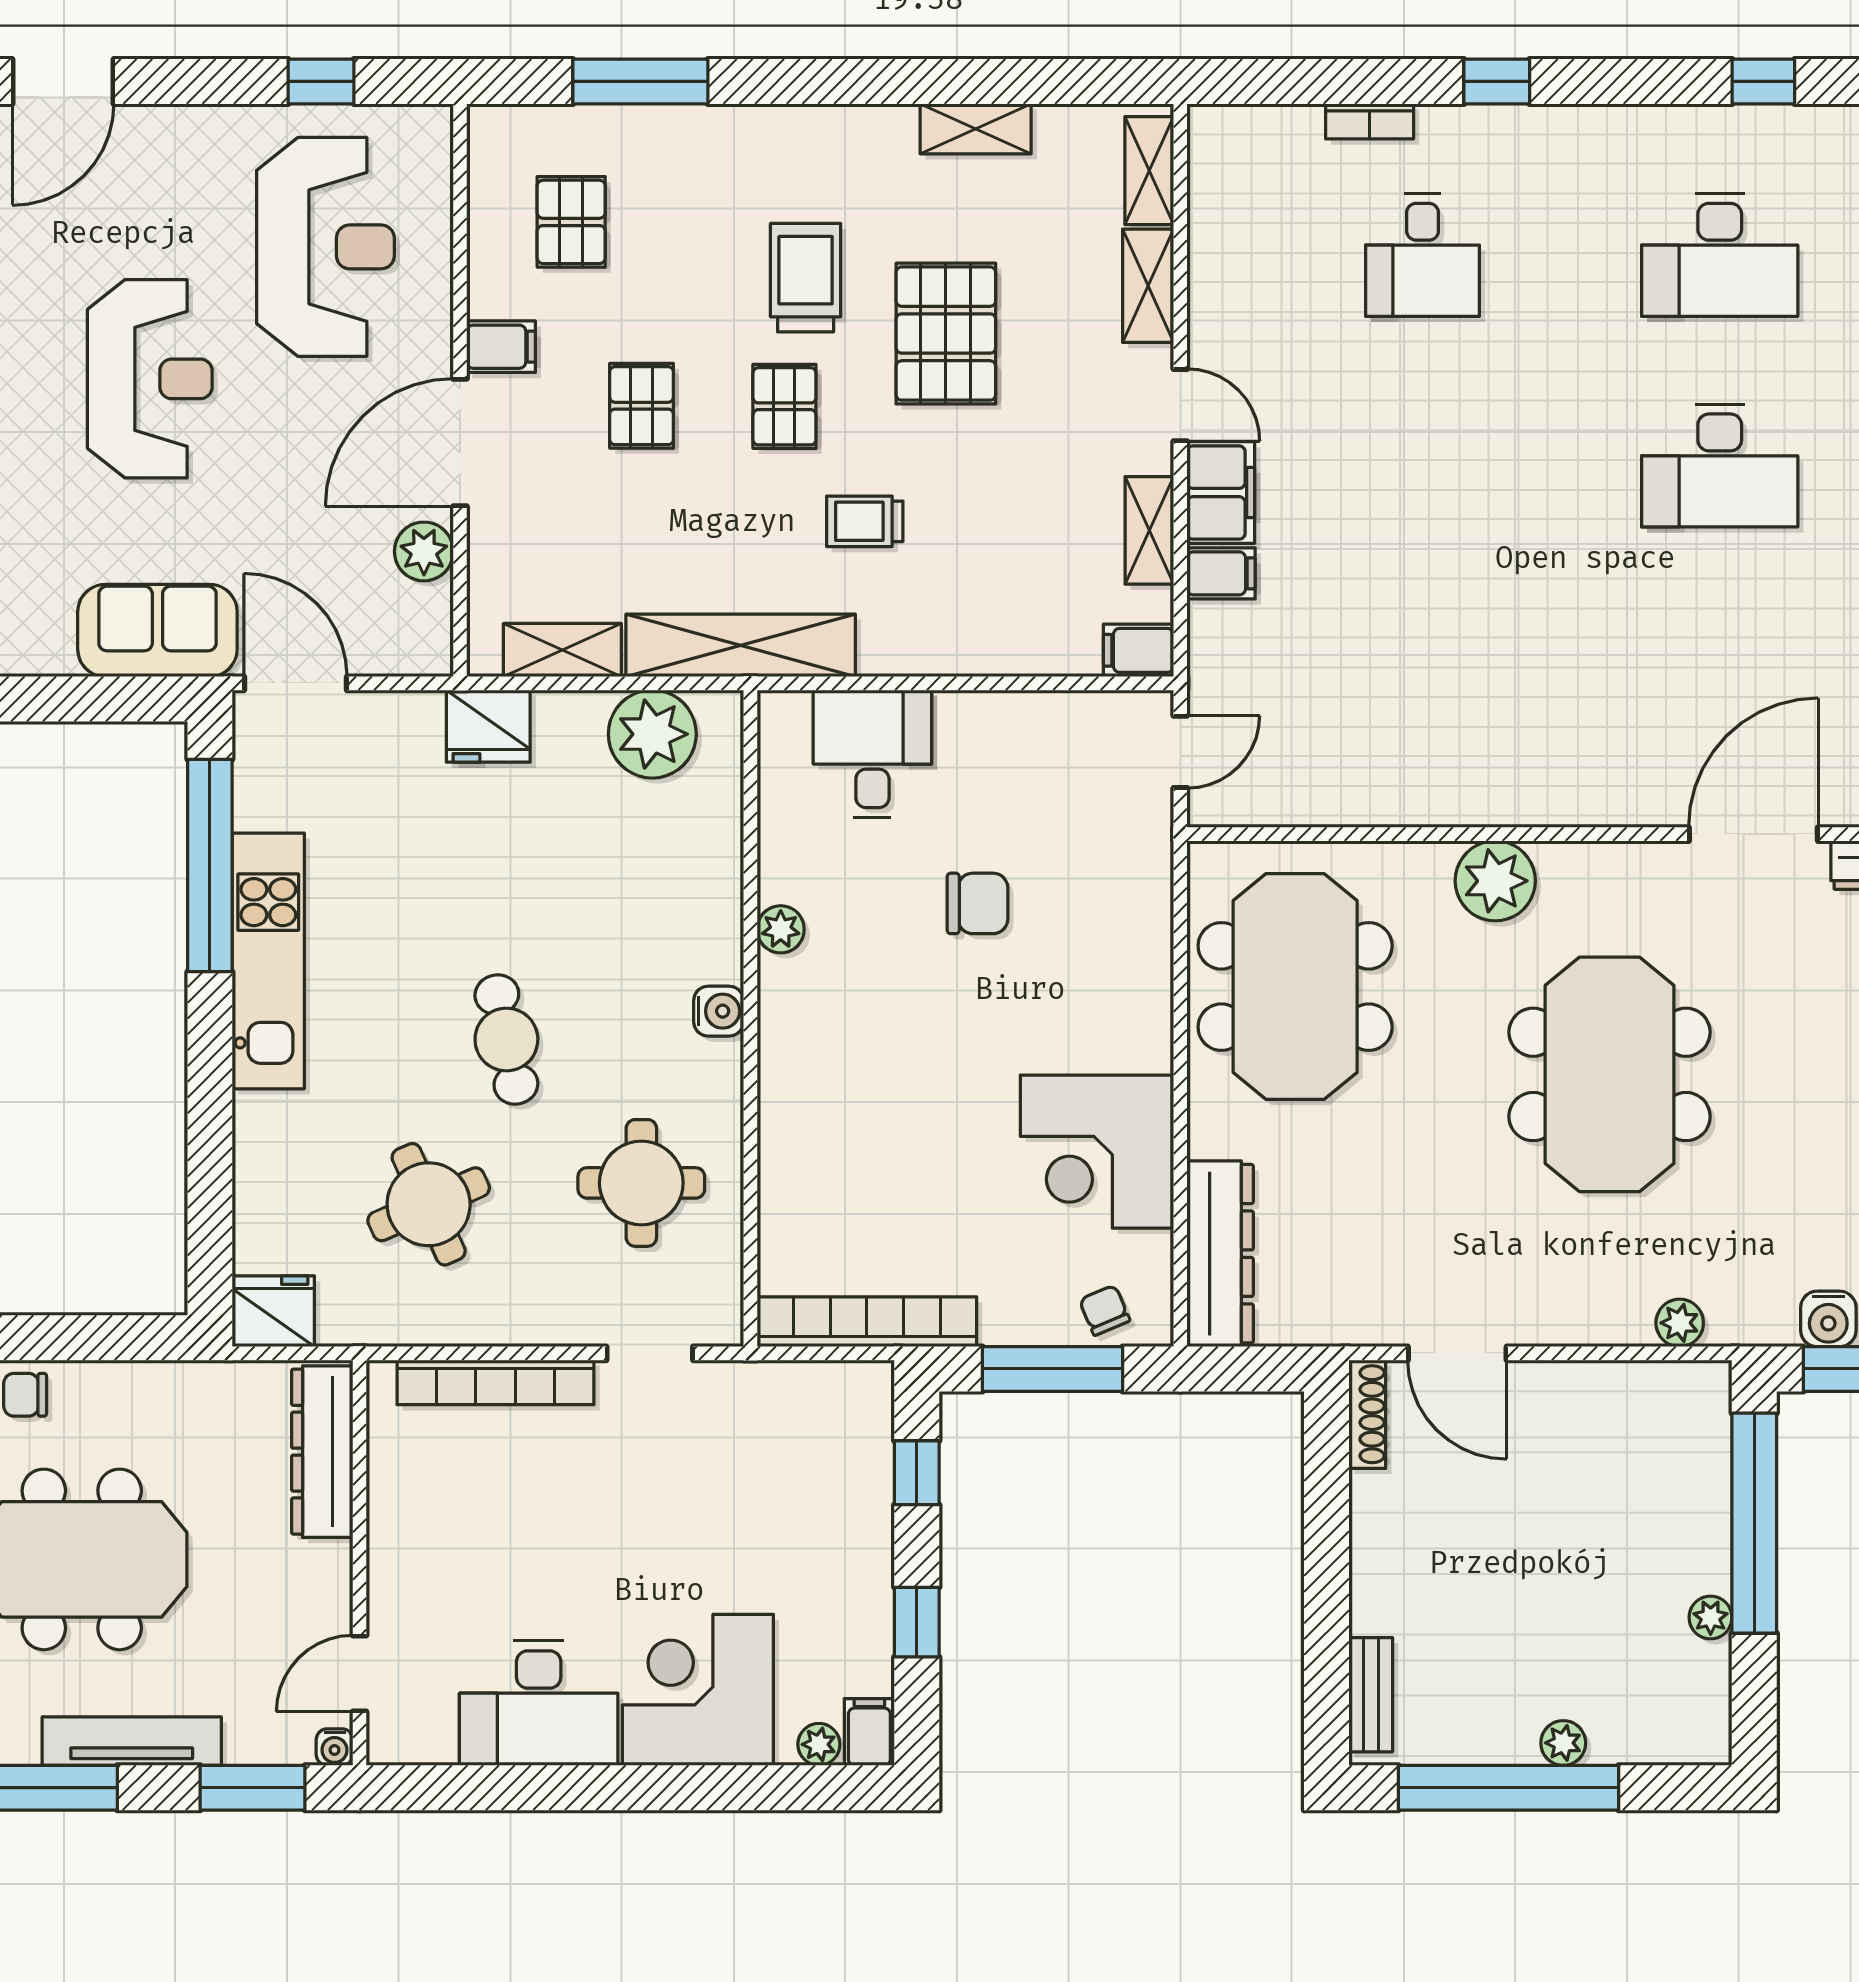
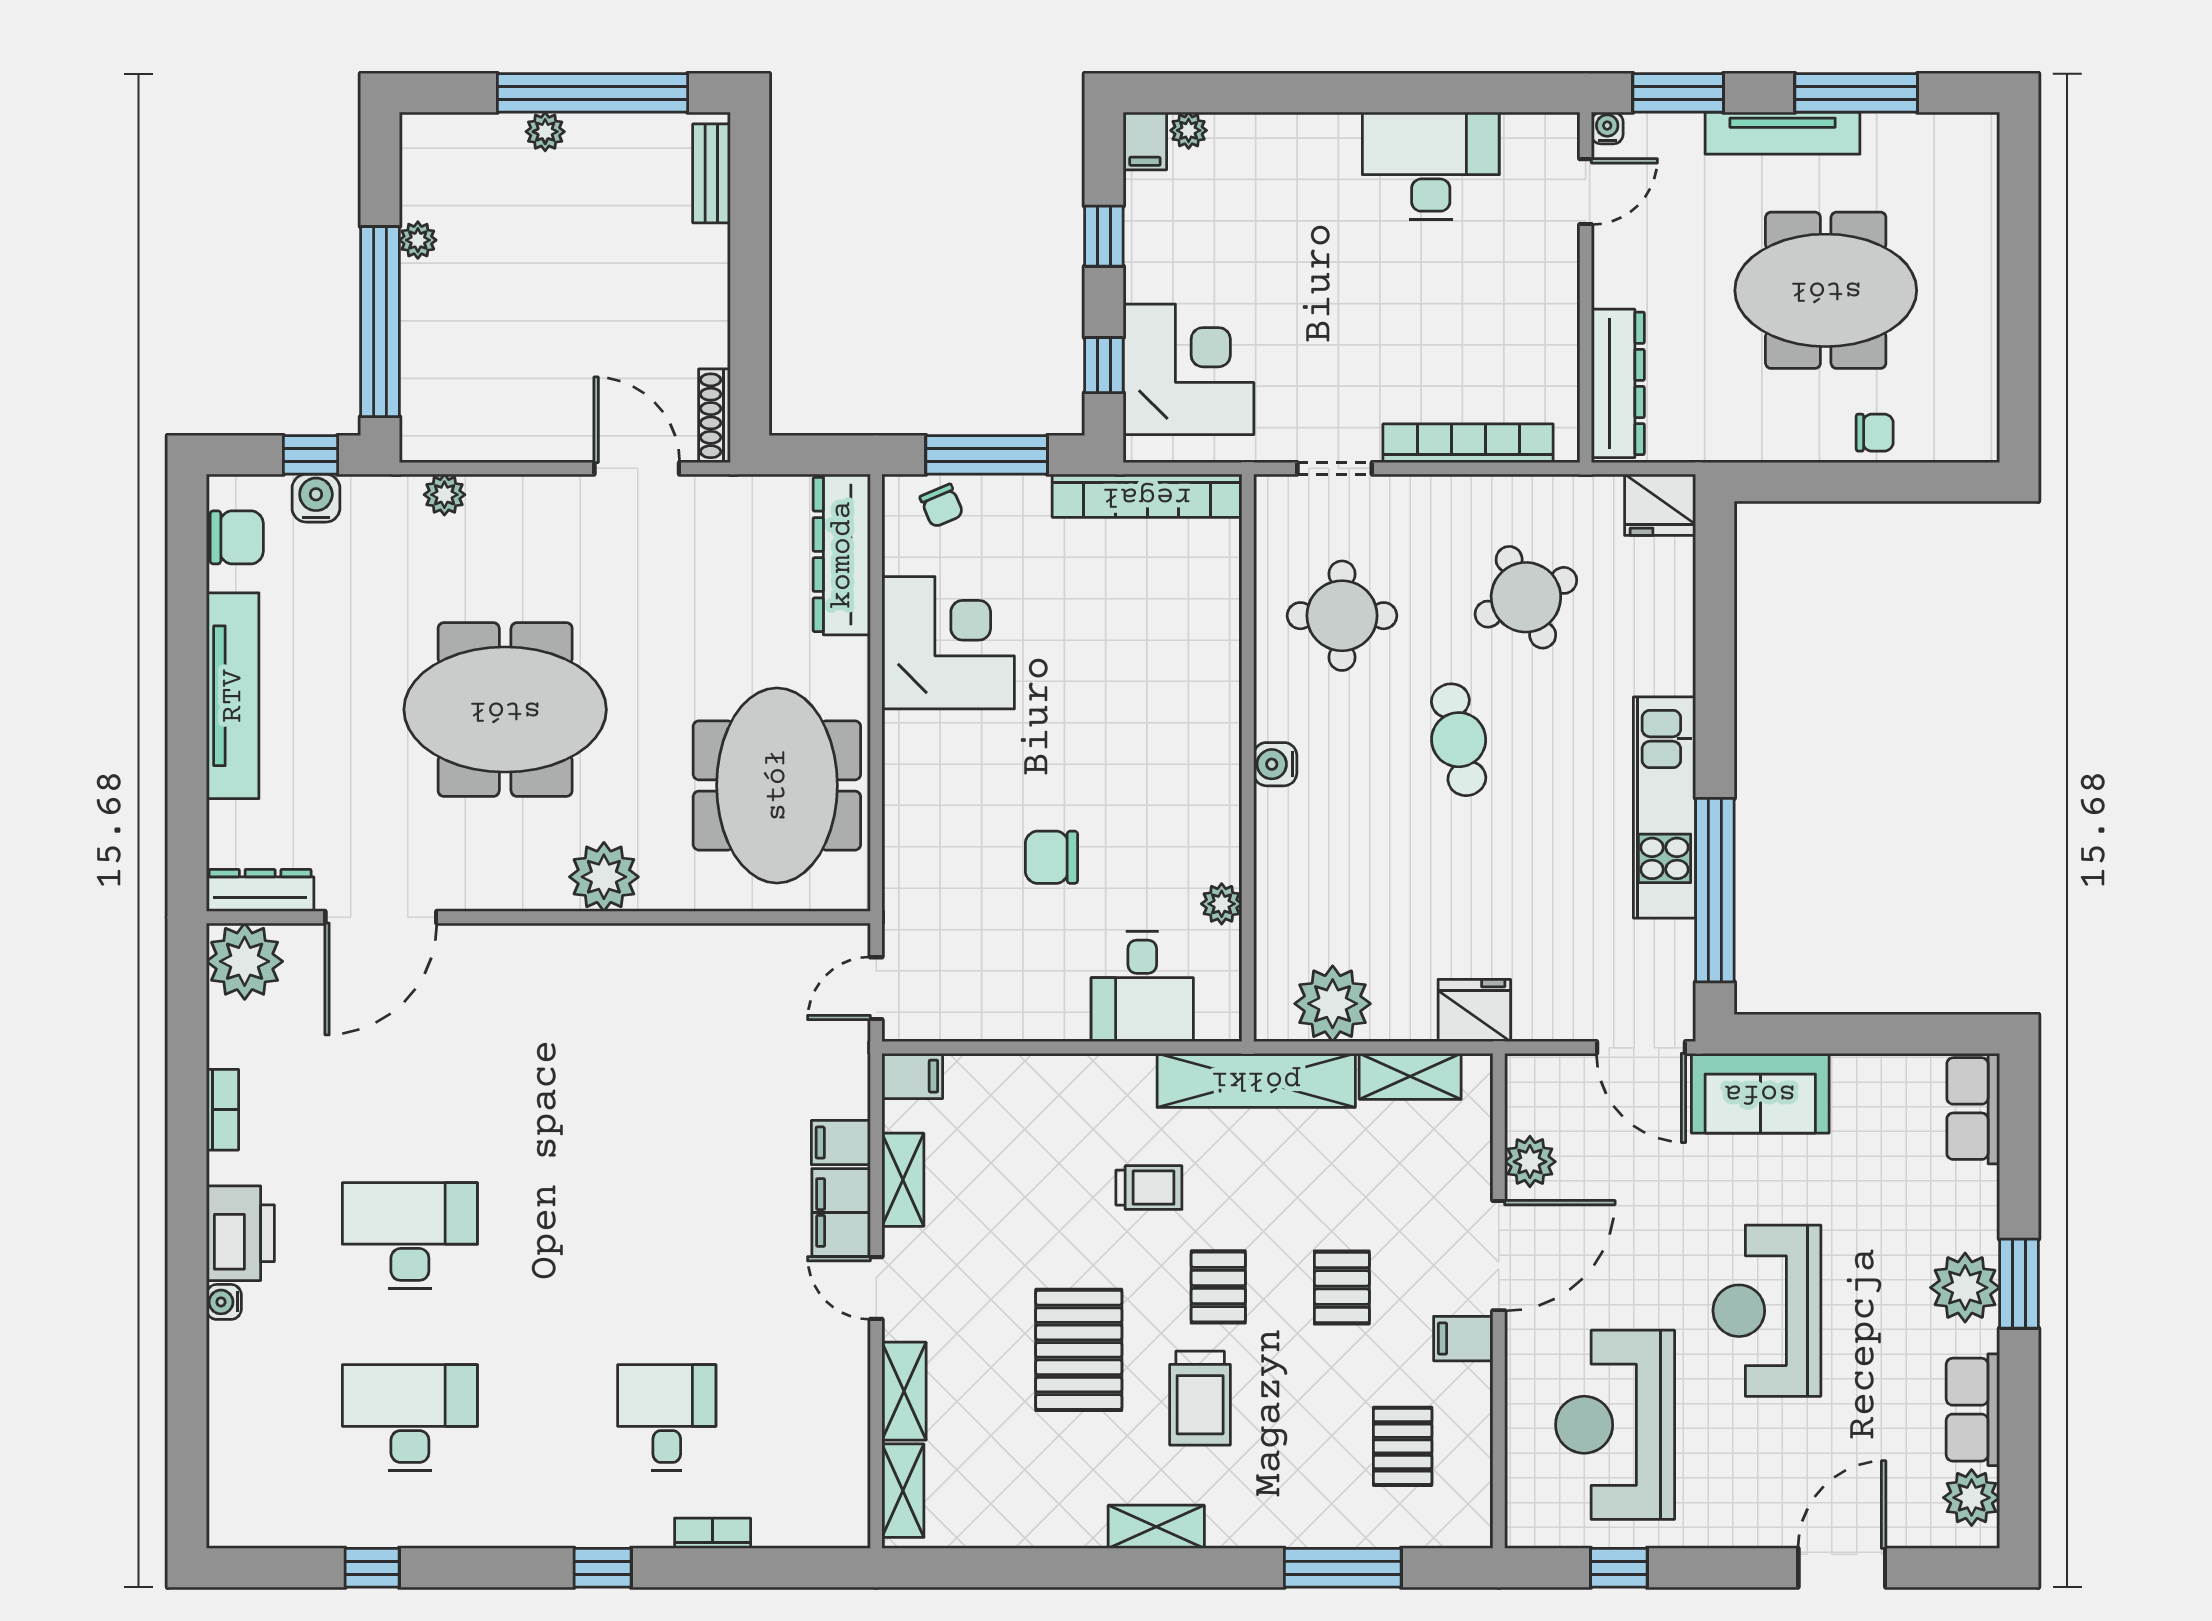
shelving: (976, 129) -> (1156, 1527), moved
plant: (781, 929) -> (1222, 904), moved
meeting table: (1610, 1074) -> (505, 710), turned 90
corner desk: (698, 1690) -> (1189, 369), moved, turned -90

